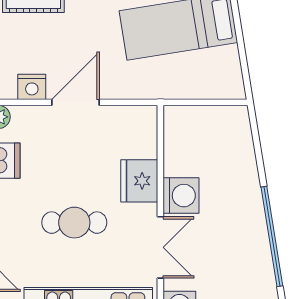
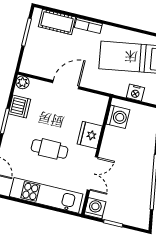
nightstand: (32, 87) -> (135, 93), moved
washing machine: (181, 196) -> (118, 117), moved

